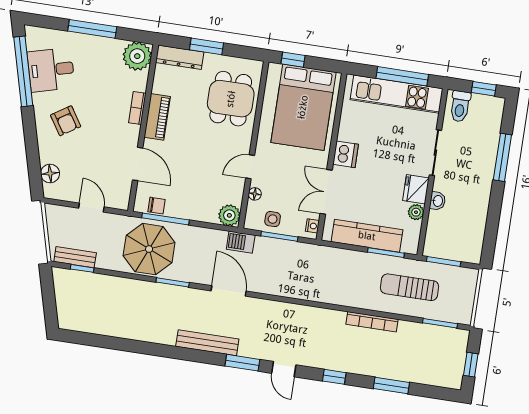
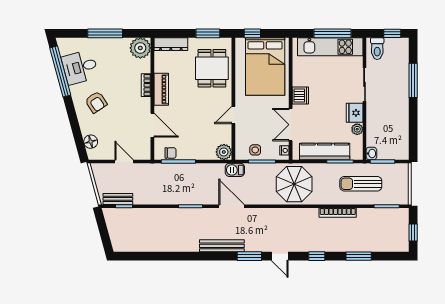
window: (207, 46) -> (208, 33), moved
floor lamp: (255, 194) -> (240, 134), removed
washbasin: (438, 201) -> (371, 153), moved
parasol: (149, 249) -> (294, 184), moved

